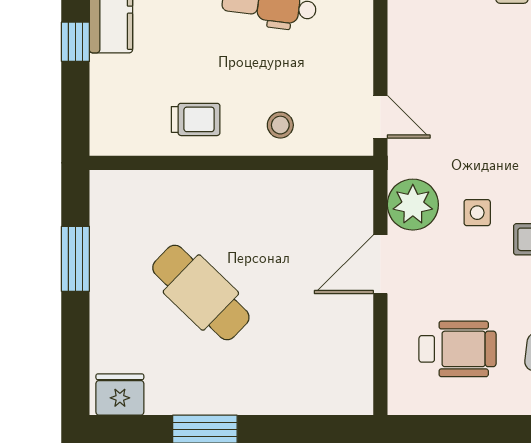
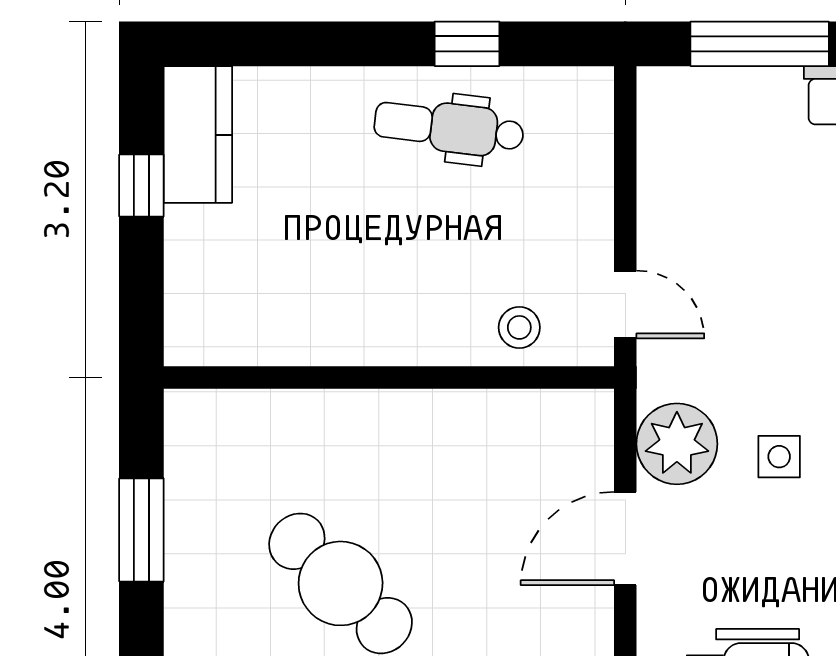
trolley: (196, 119) -> (332, 309), removed
stool: (280, 125) -> (519, 327), moved

